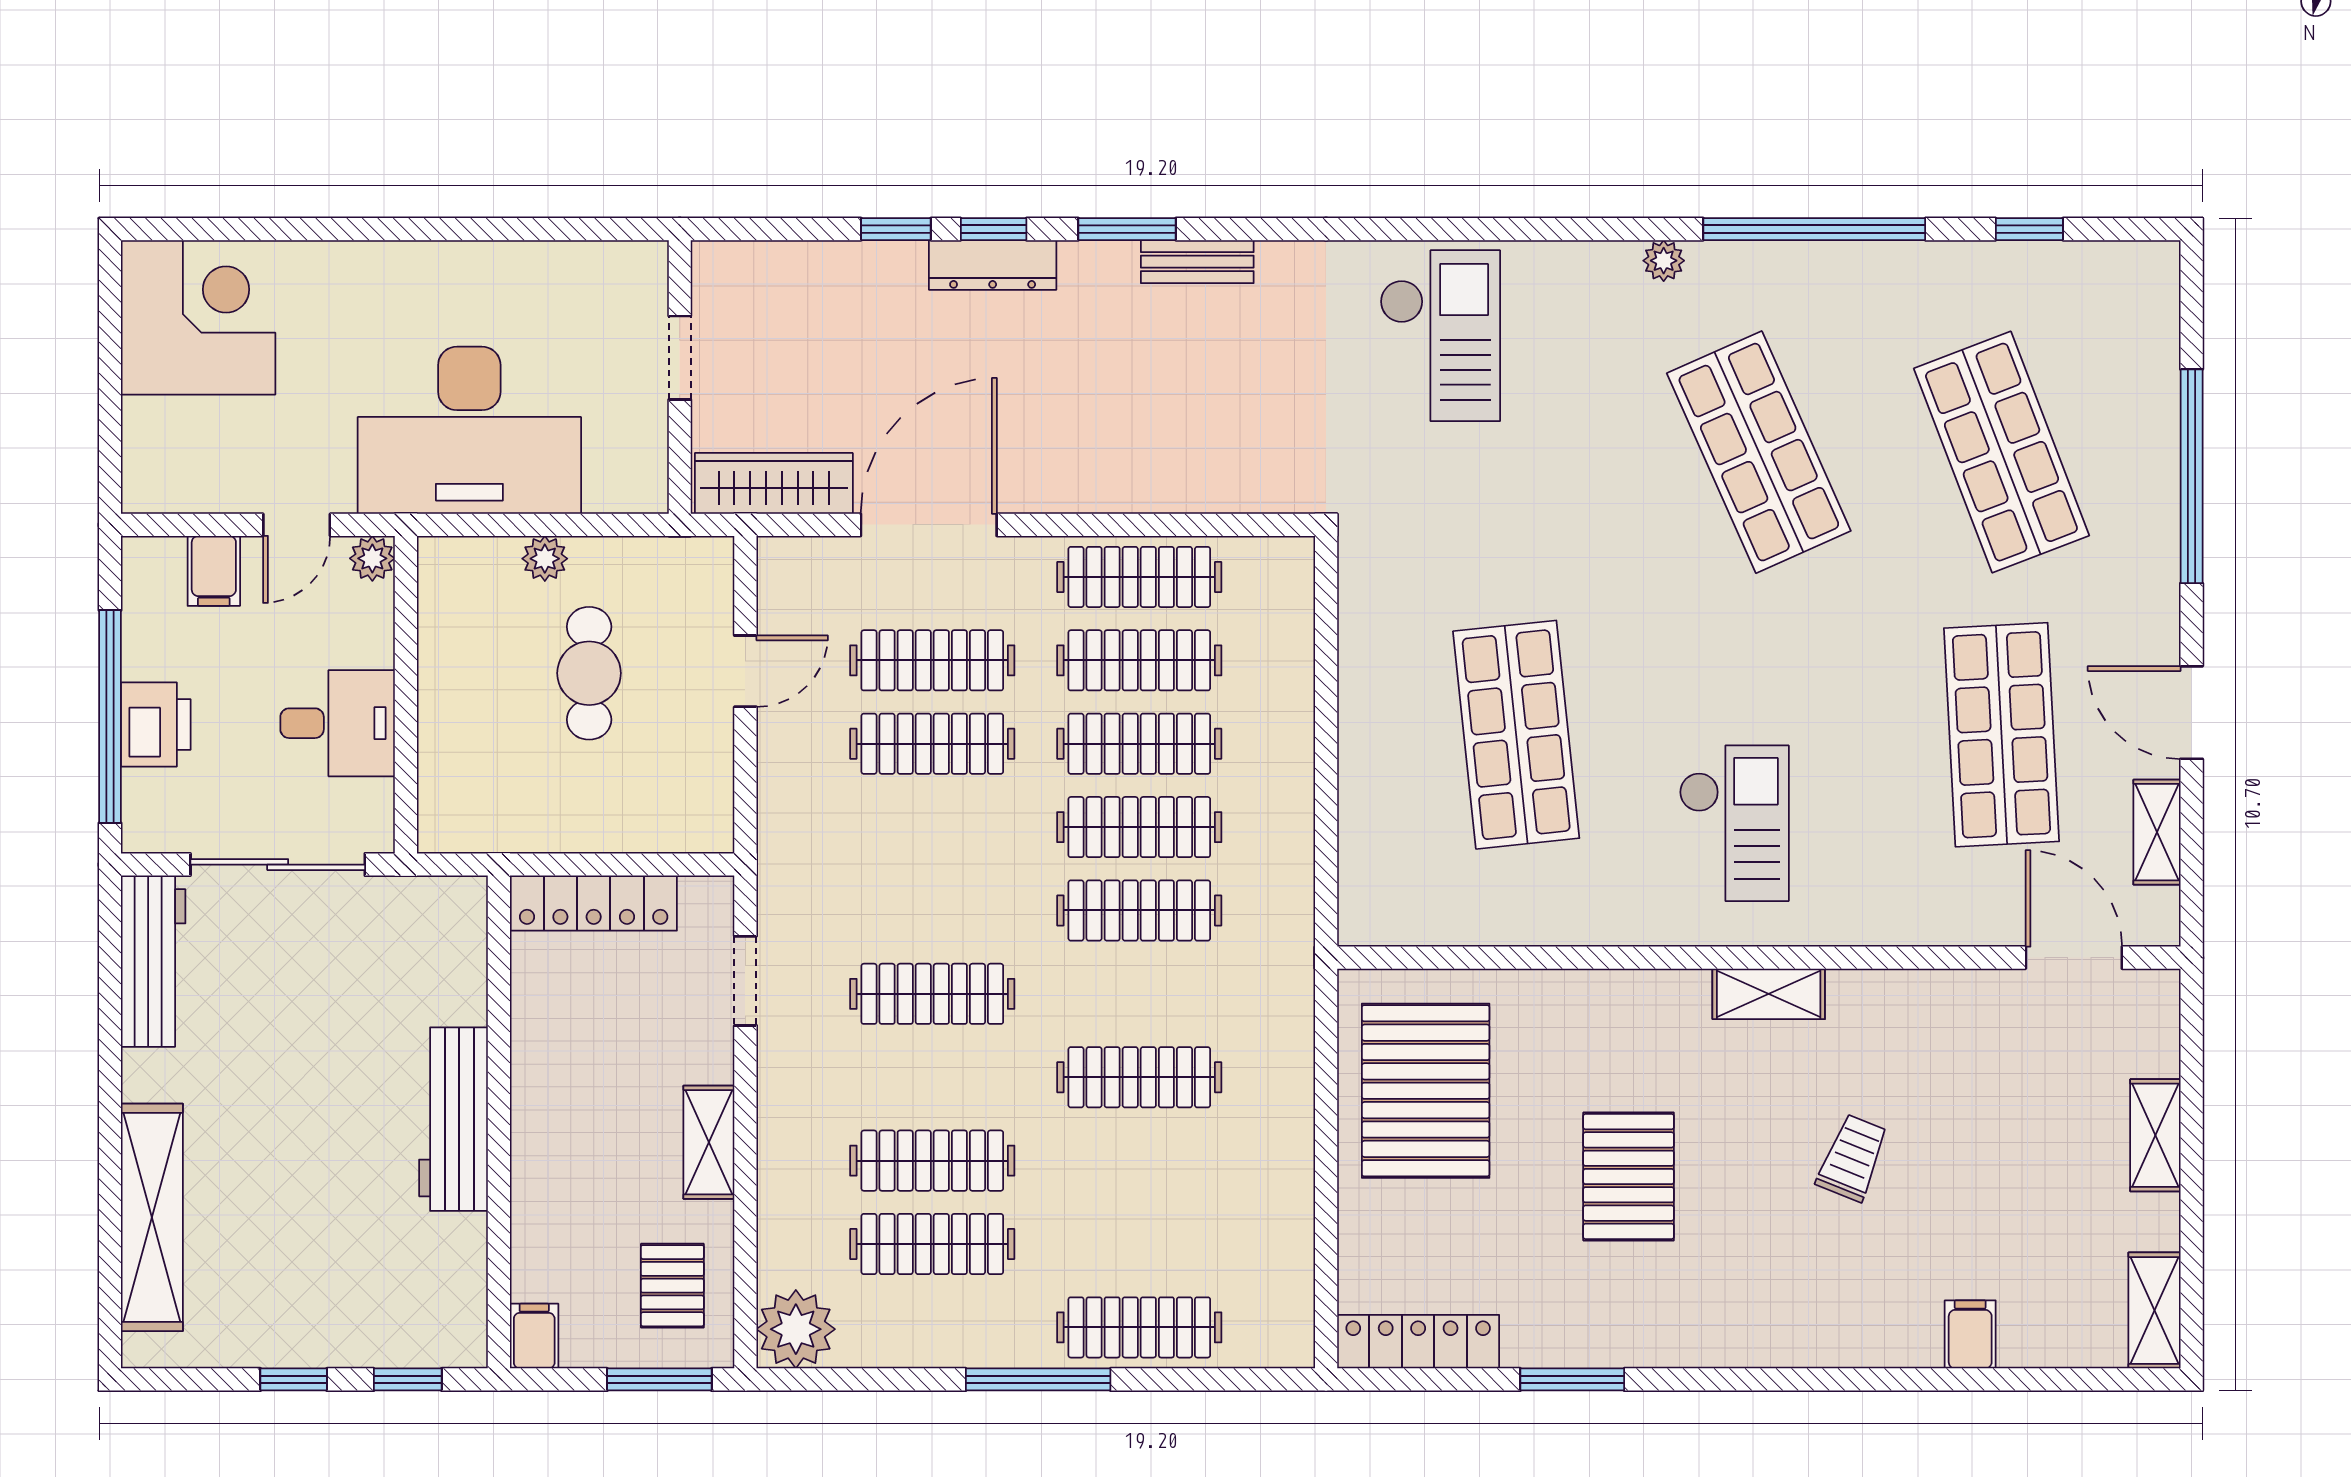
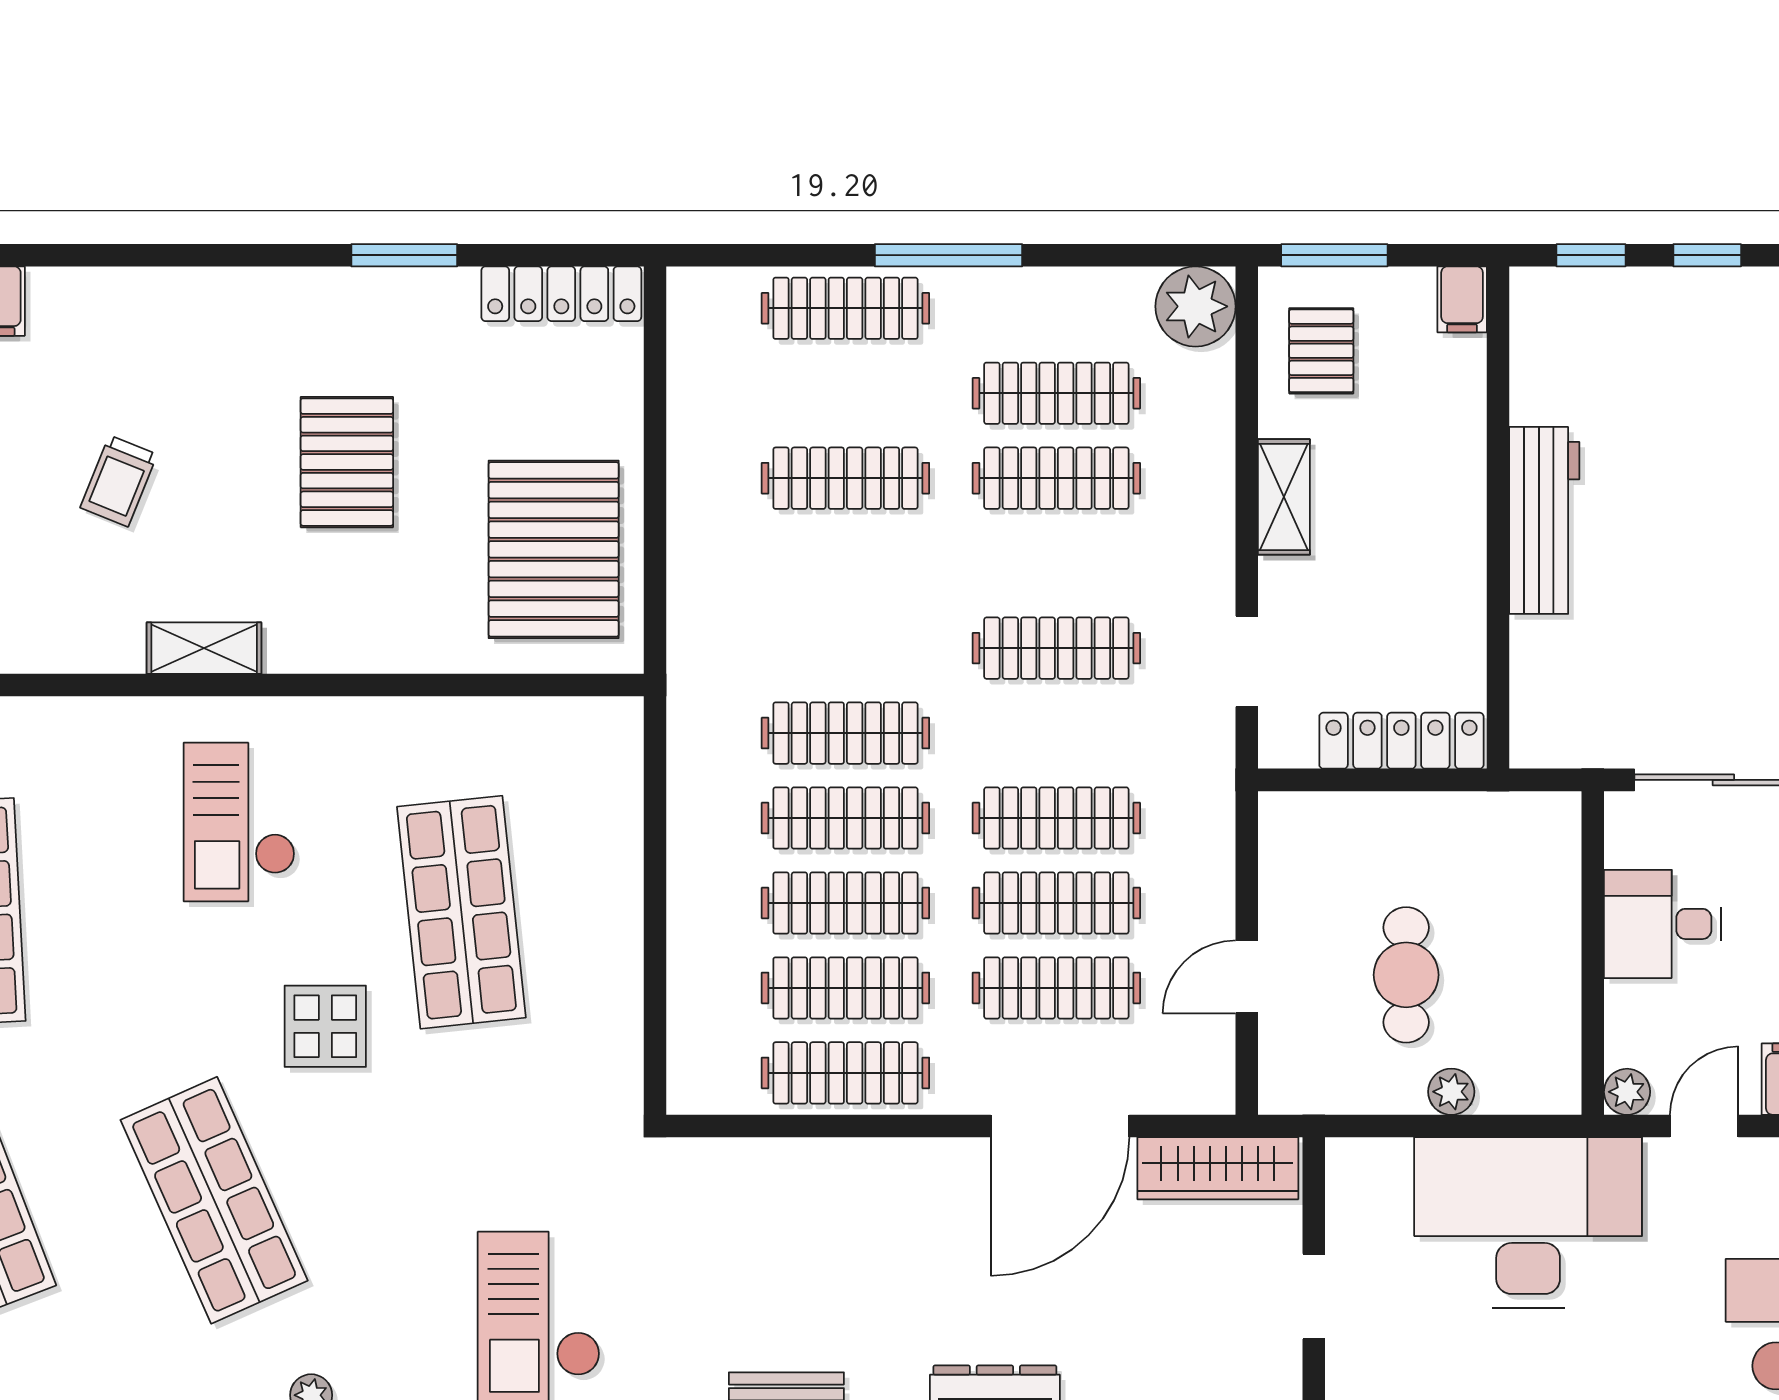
display table: (1650, 623) -> (325, 1026), added
clothes rail: (932, 827) -> (1056, 818), added
clothes rail: (1139, 1077) -> (845, 478), moved

